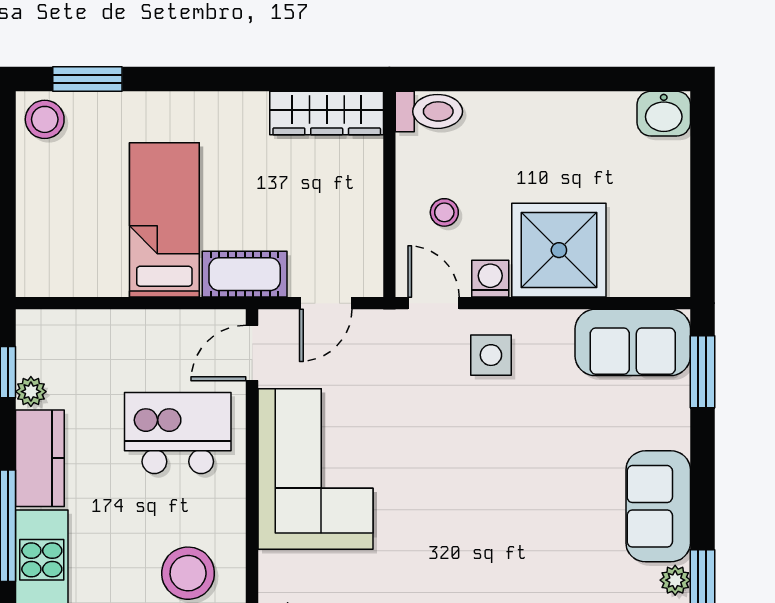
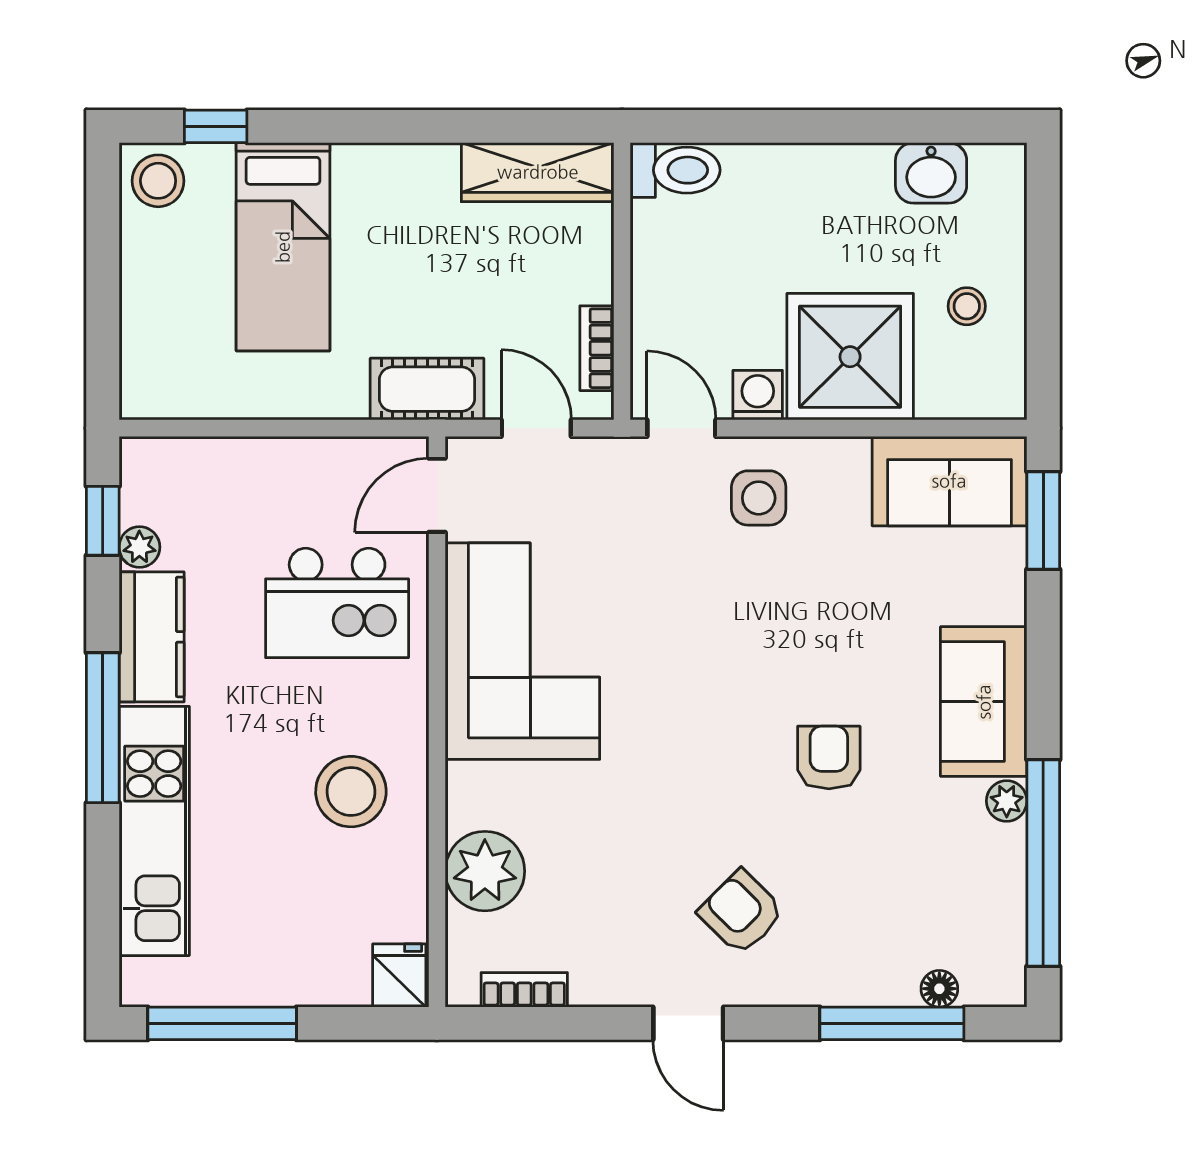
window: (87, 79) -> (216, 126), width x0.67
washbasin: (664, 114) -> (931, 173), moved
stool: (444, 212) -> (967, 306), moved
bed: (164, 220) -> (283, 247), moved, turned 180
bookcase: (371, 244) -> (597, 348), added
door: (326, 303) -> (536, 428), swing flipped
kitchen island: (178, 433) -> (337, 603), turned 180
armchair: (543, 548) -> (829, 758), added

